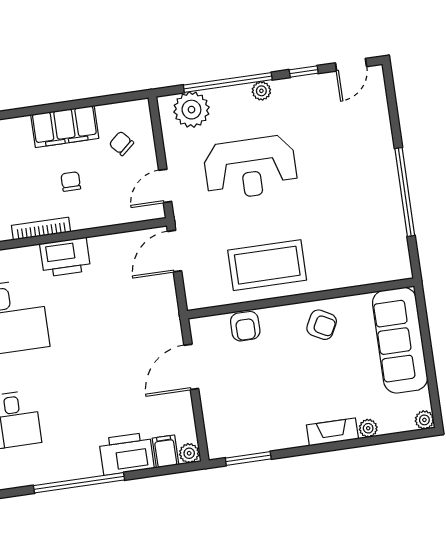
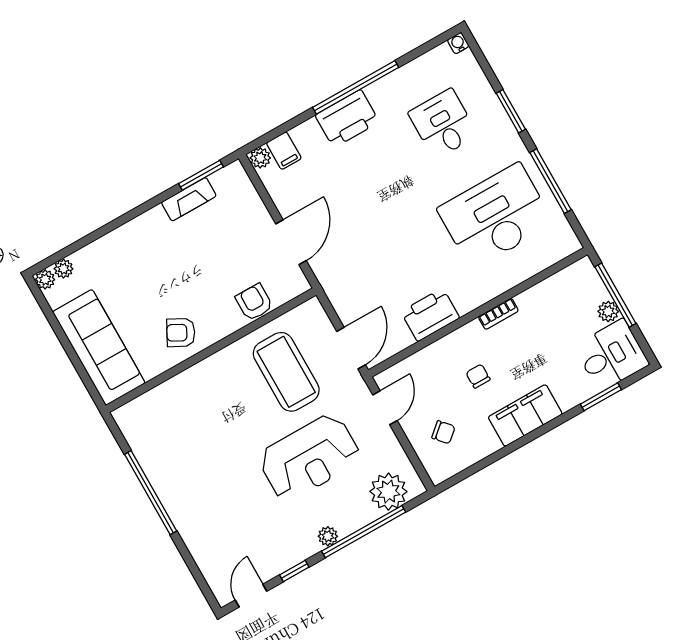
filing cabinet: (65, 126) -> (525, 415), moved
reception desk: (250, 168) -> (309, 458), turned 180
chair: (71, 181) -> (478, 376), turned 180
bookcase: (41, 229) -> (498, 314), width x0.64
printer: (65, 257) -> (430, 315), moved
coffee table: (267, 265) -> (286, 372), moved, turned 90
plant: (368, 428) -> (64, 269), moved
fireplace: (332, 432) -> (189, 199), moved
printer: (127, 454) -> (347, 119), moved

